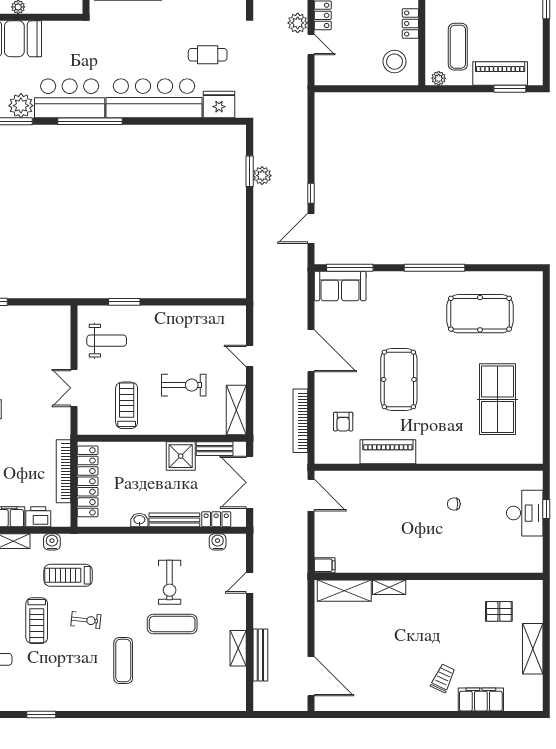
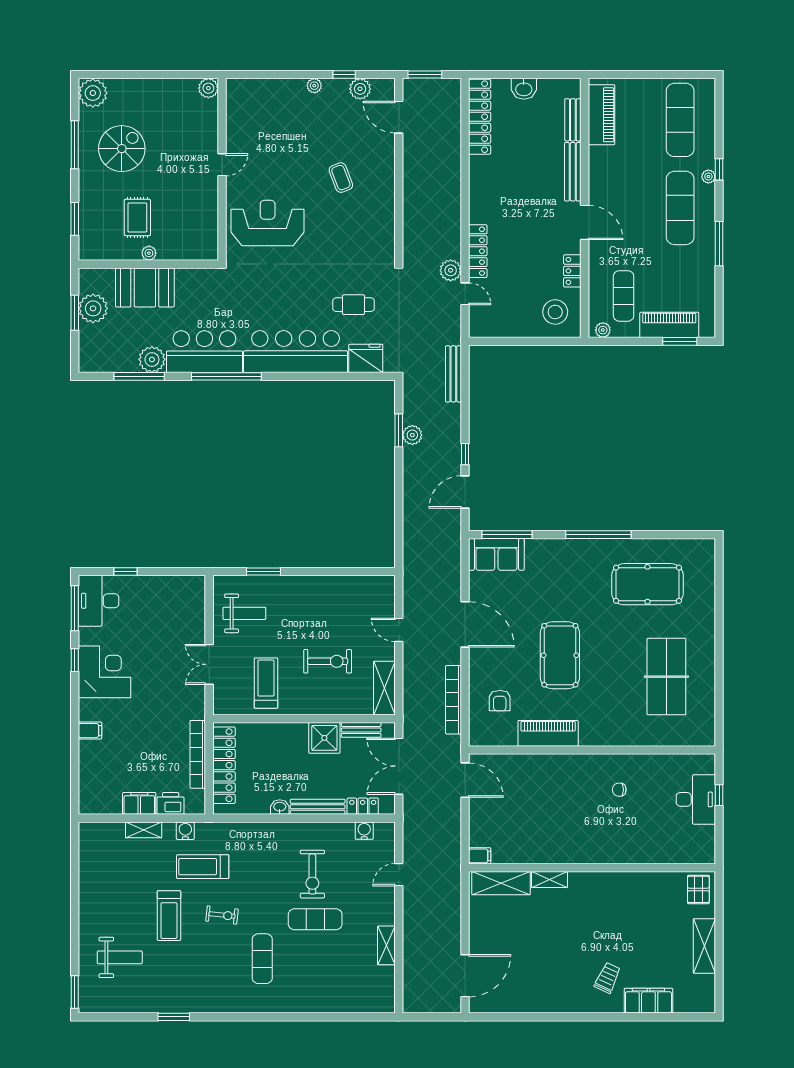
pallet: (499, 611) -> (698, 889), moved, turned 90
bench: (260, 655) -> (453, 374), moved
door: (311, 676) -> (465, 976), hinge flipped

